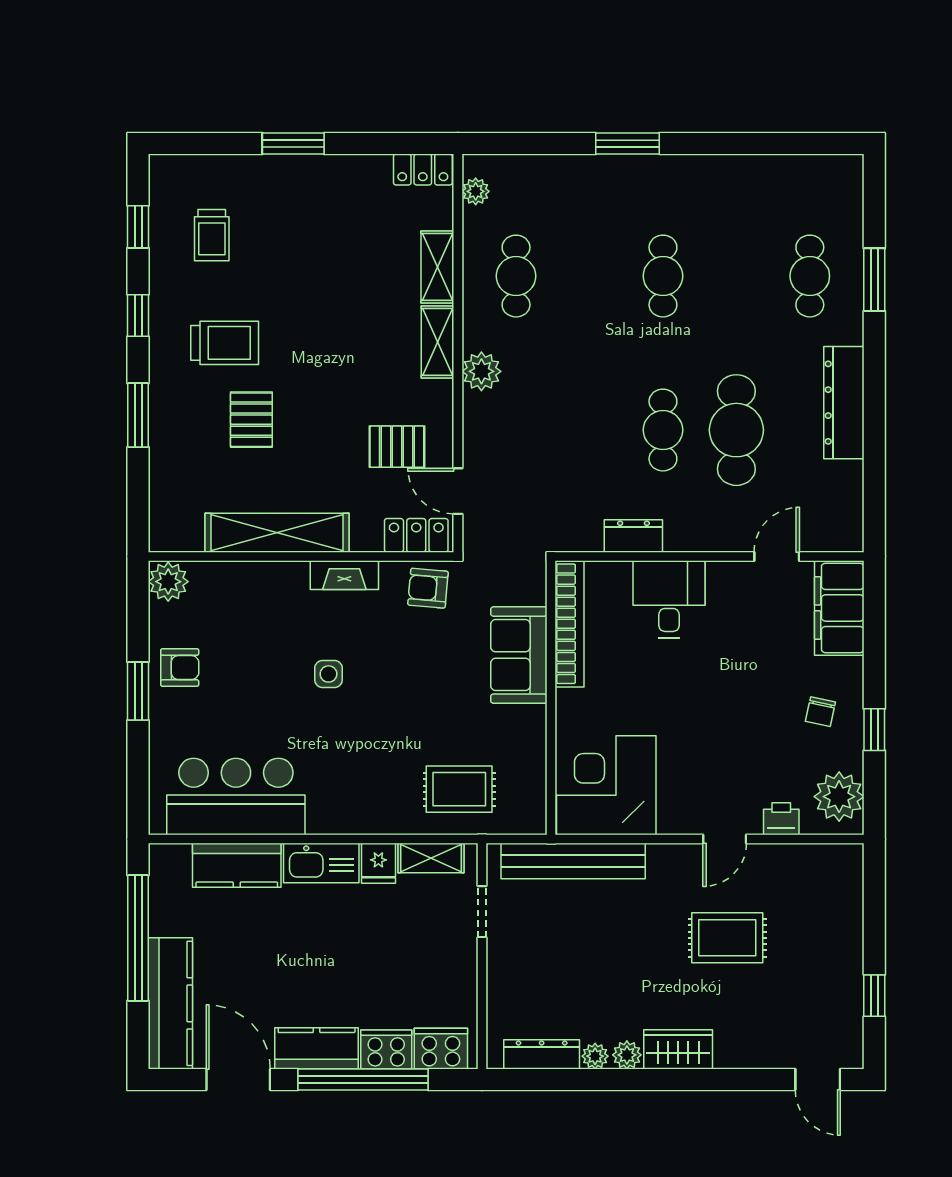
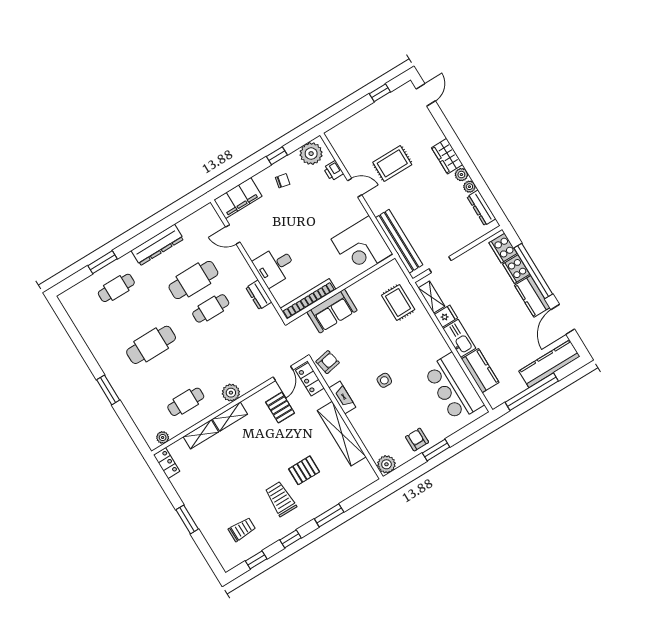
cafe table: (663, 276) -> (151, 345), width x1.37, depth x1.35
armchair: (428, 588) -> (328, 362), turned -106
rug: (727, 938) -> (392, 163), turned 90

